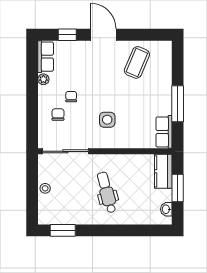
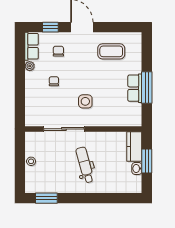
coffee table: (137, 62) -> (111, 51), turned 67
chair: (58, 115) -> (58, 51), moved
row of seats: (164, 132) -> (135, 88), moved
sliding door: (65, 151) -> (64, 129), moved
washbasin: (166, 209) -> (137, 168), moved

